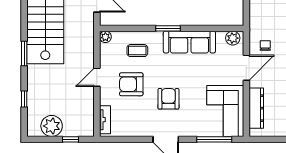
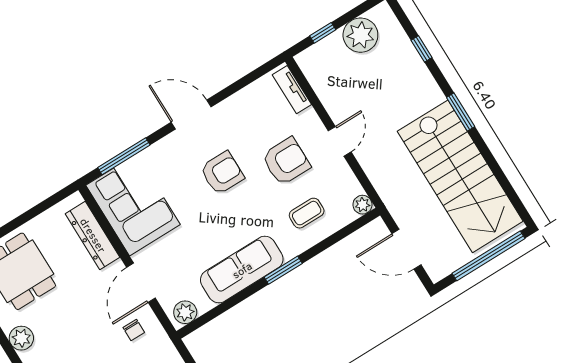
armchair: (168, 99) -> (222, 173), turned -90

